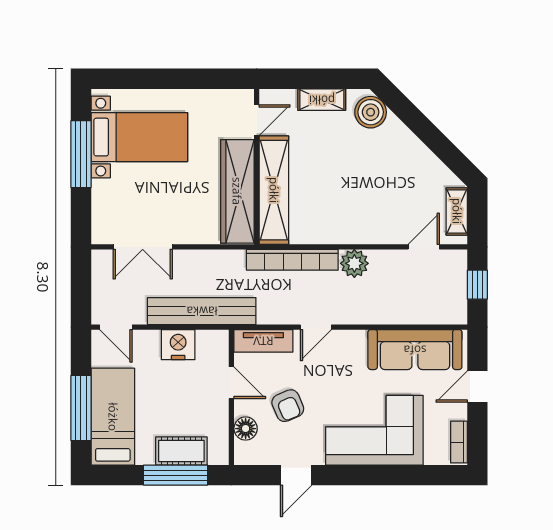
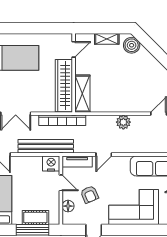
shelving: (274, 190) -> (82, 94), width x0.68
bookcase: (292, 260) -> (62, 120), moved
nightstand: (178, 345) -> (51, 163), moved

